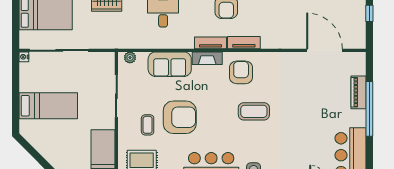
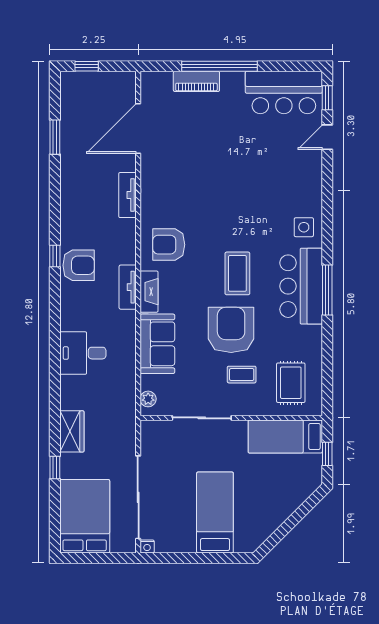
tv unit: (244, 43) -> (128, 195), moved
coffee table: (254, 111) -> (237, 273), moved

